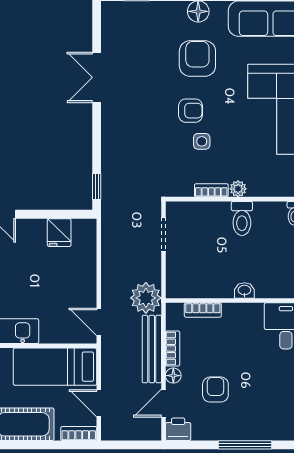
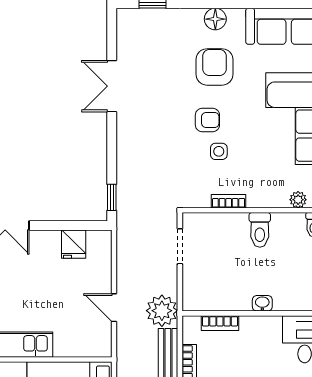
plant: (238, 189) -> (298, 200), moved
door: (99, 322) -> (114, 308), moved

